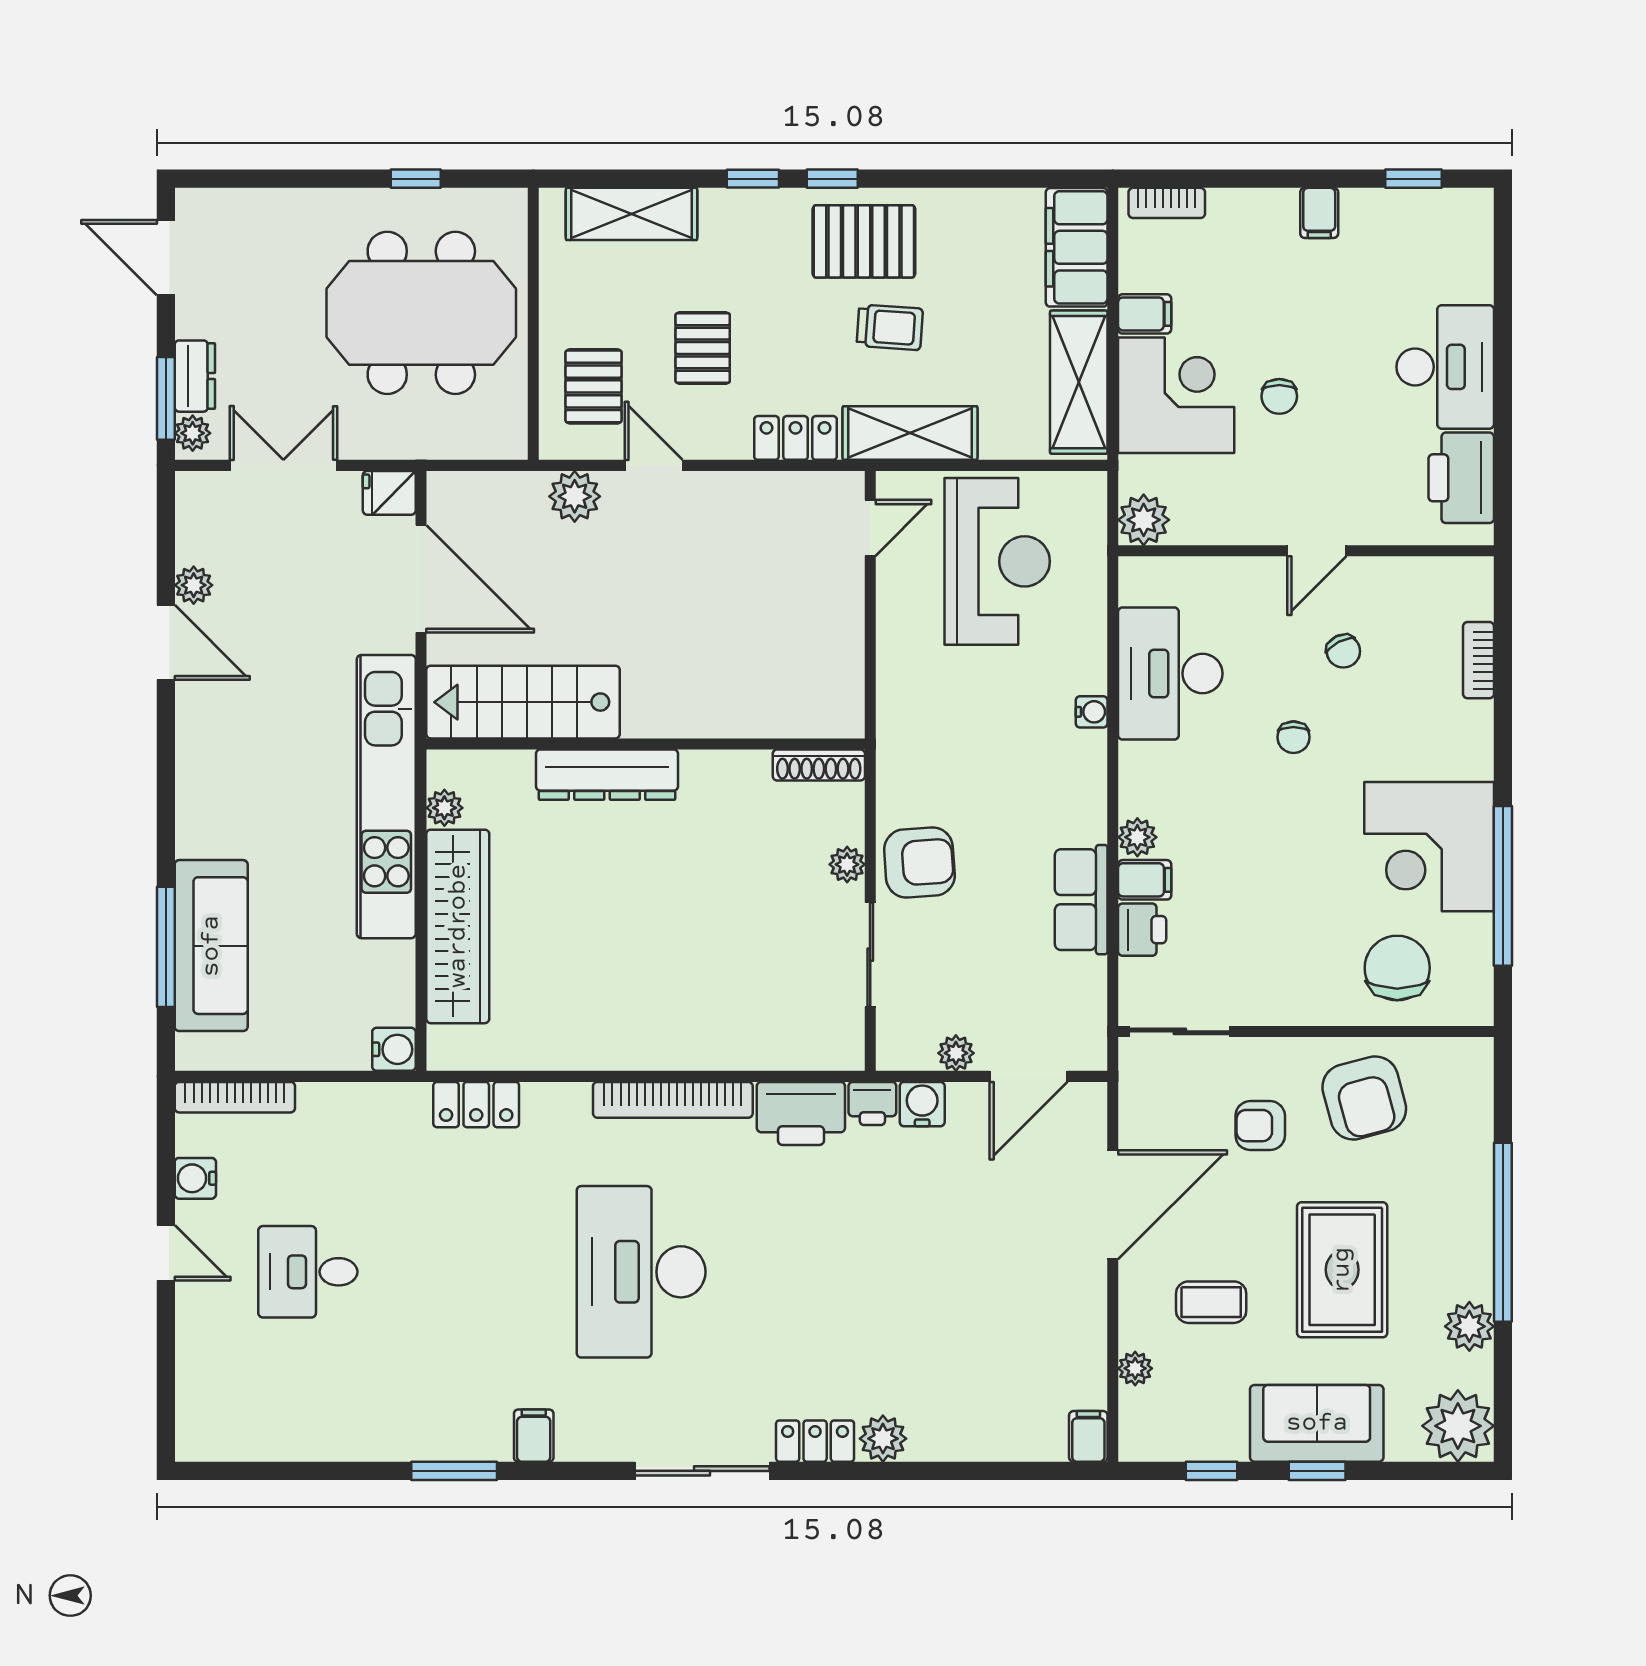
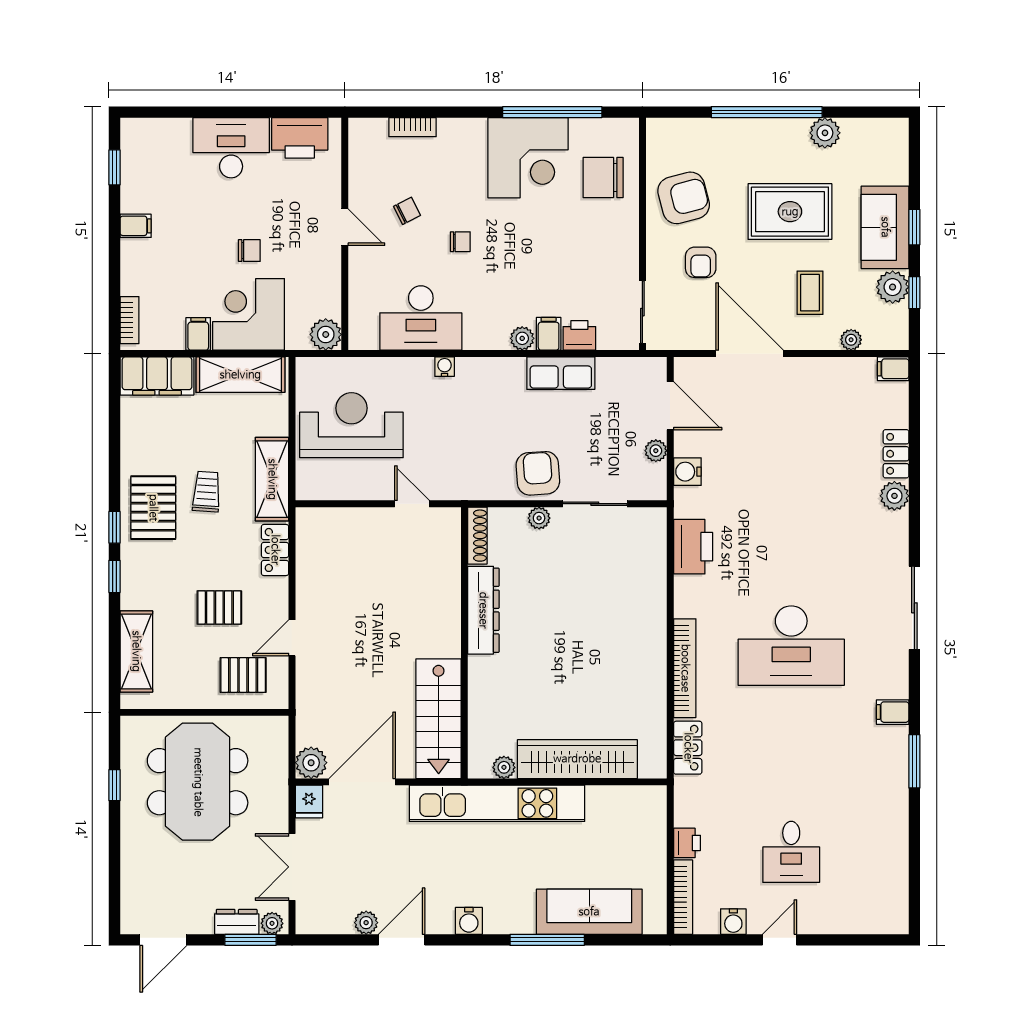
plant: (575, 496) -> (311, 763), moved
door: (870, 528) -> (412, 504), moved
dresser: (607, 775) -> (483, 610), moved
window: (166, 947) -> (547, 940), moved
water cooler: (394, 1049) -> (469, 921), moved, turned 180
bookcase: (673, 1100) -> (685, 668), moved
printer: (872, 1103) -> (687, 843), moved
plant: (1458, 1426) -> (893, 287), moved, width x0.73, depth x0.73
locker: (815, 1441) -> (896, 454), moved

